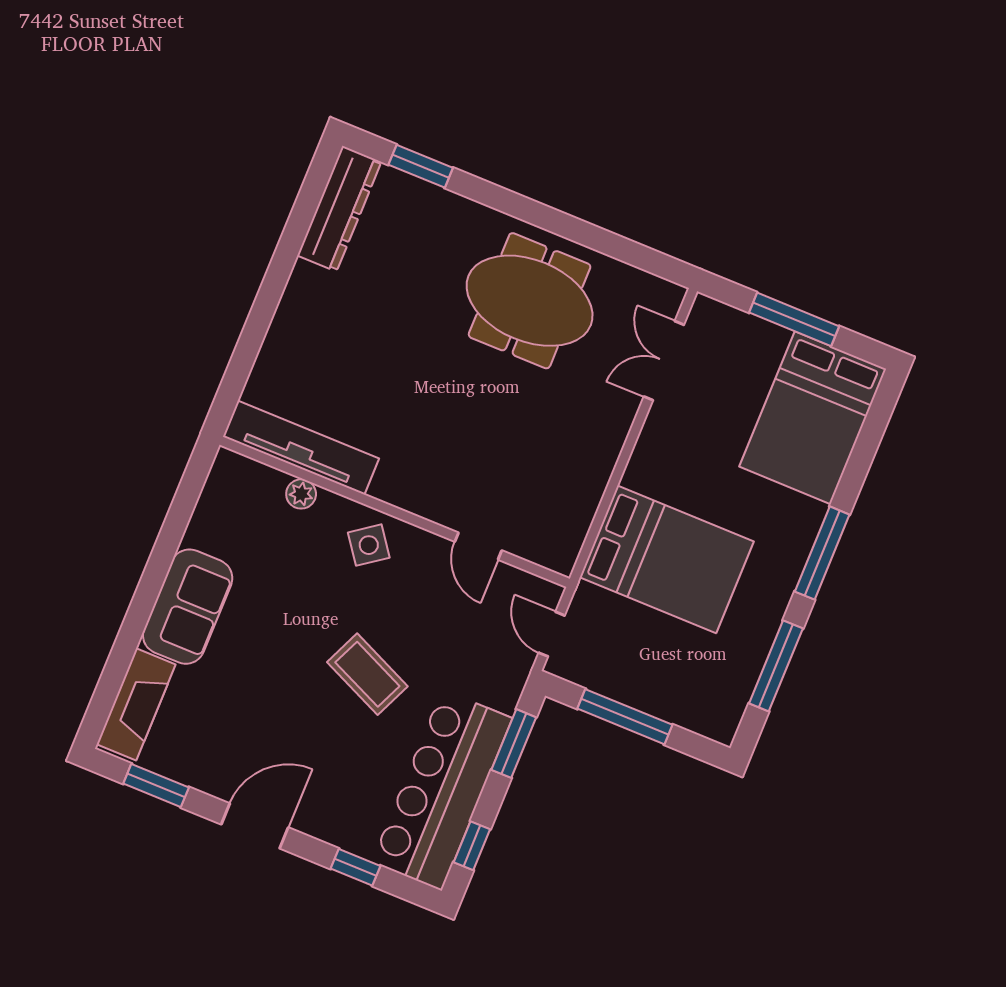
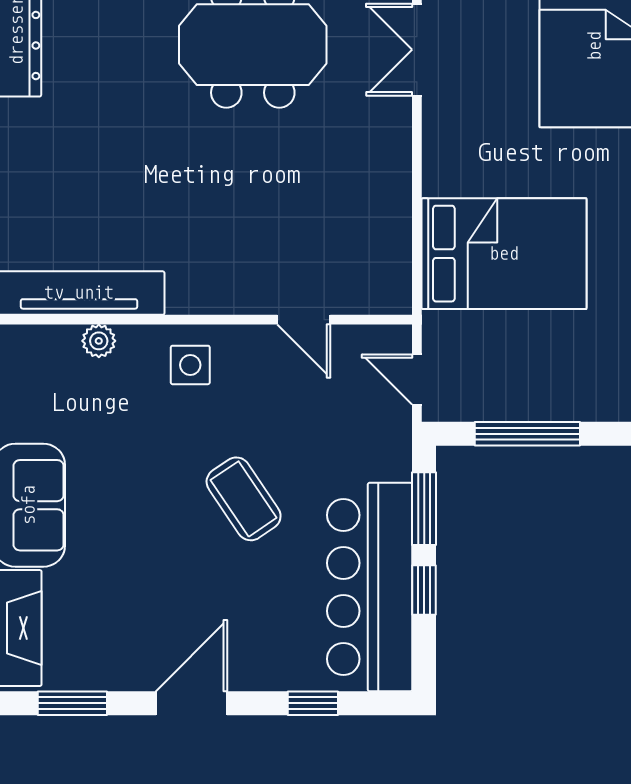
side table: (369, 545) -> (190, 365), turned 36
coffee table: (367, 674) -> (244, 499), turned 32
window: (472, 846) -> (424, 590), moved

